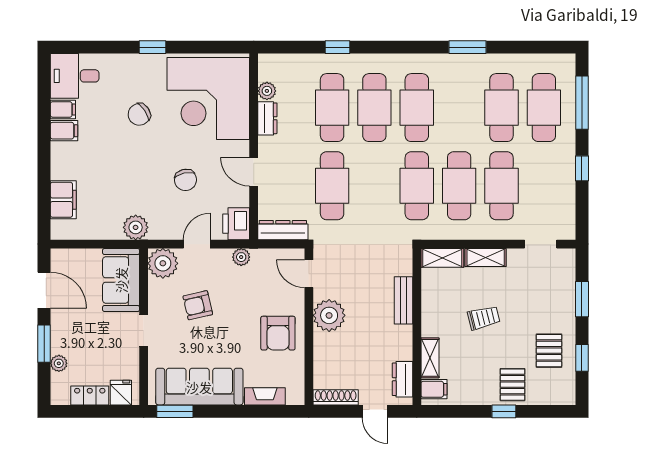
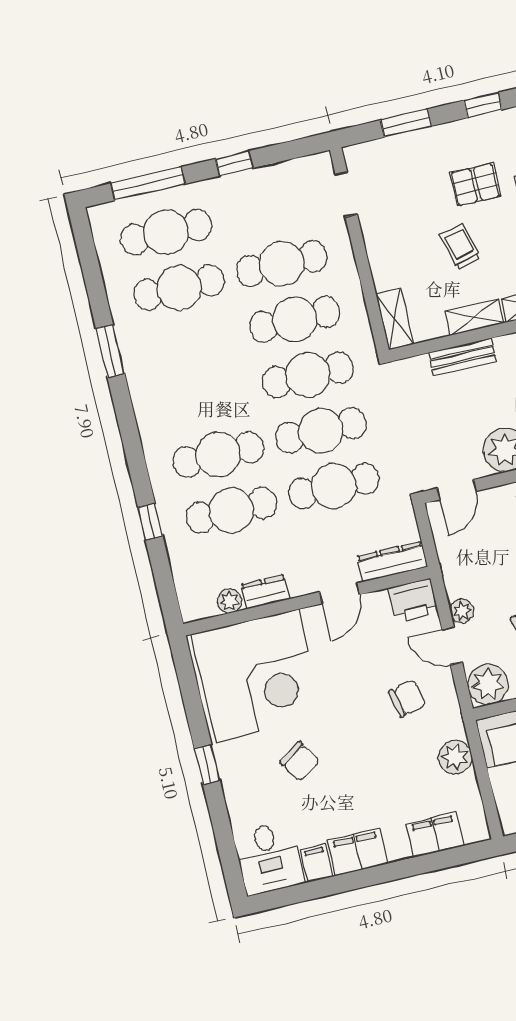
cafe table: (417, 108) -> (321, 431), moved
filing cabinet: (64, 131) -> (358, 852), width x2.00
chair: (185, 180) -> (407, 698), moved
plant: (136, 227) -> (455, 757), moved
dresser: (283, 230) -> (392, 562), moved, turned 90
plant: (241, 257) -> (462, 611), moved
shelving: (486, 257) -> (475, 317), moved, turned 90
pallet: (549, 351) -> (475, 185), moved

